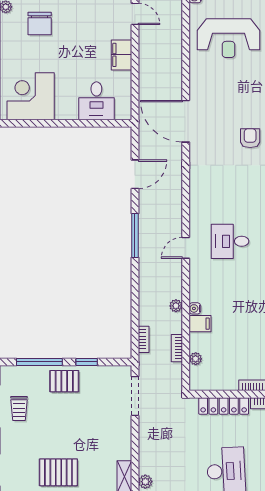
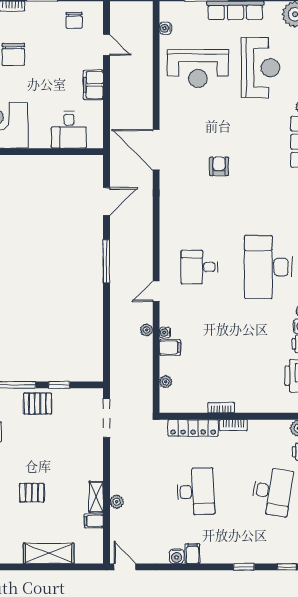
door: (186, 248) -> (156, 291), moved
bookcase: (144, 339) -> (115, 363), removed
bookcase: (177, 348) -> (147, 371), removed
pallet: (58, 472) -> (32, 493), width x0.67, depth x0.71

